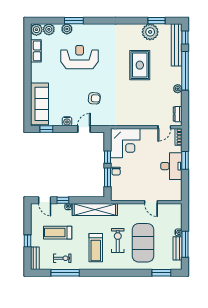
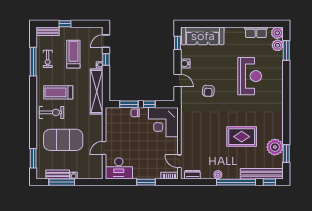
window: (74, 21) -> (286, 51), moved
plant: (67, 29) -> (278, 63), removed
desk: (171, 166) -> (119, 168), moved
exercise bike: (118, 240) -> (52, 112), moved

